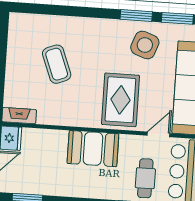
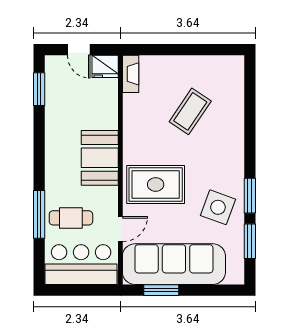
coffee table: (57, 64) -> (190, 111), turned -35
door: (158, 134) -> (120, 229), hinge flipped

